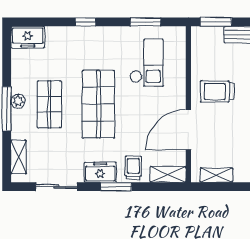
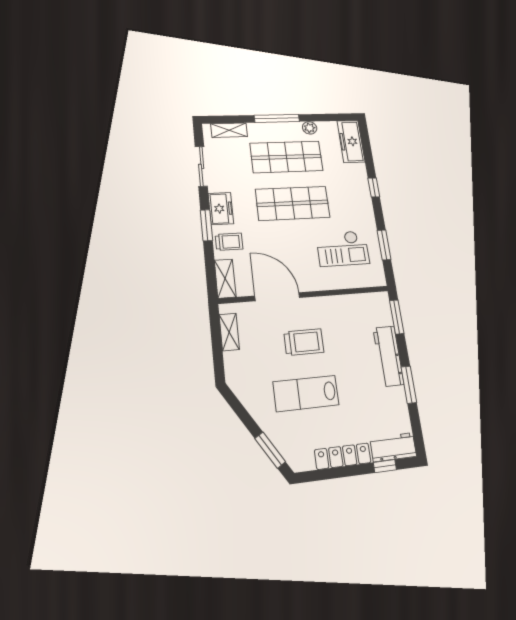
freezer: (28, 37) -> (351, 141), width x1.40
trolley: (217, 91) -> (304, 342), moved, turned 90
plant: (18, 101) -> (310, 128), moved
shop shelf: (49, 104) -> (287, 157), width x1.43, depth x1.36

